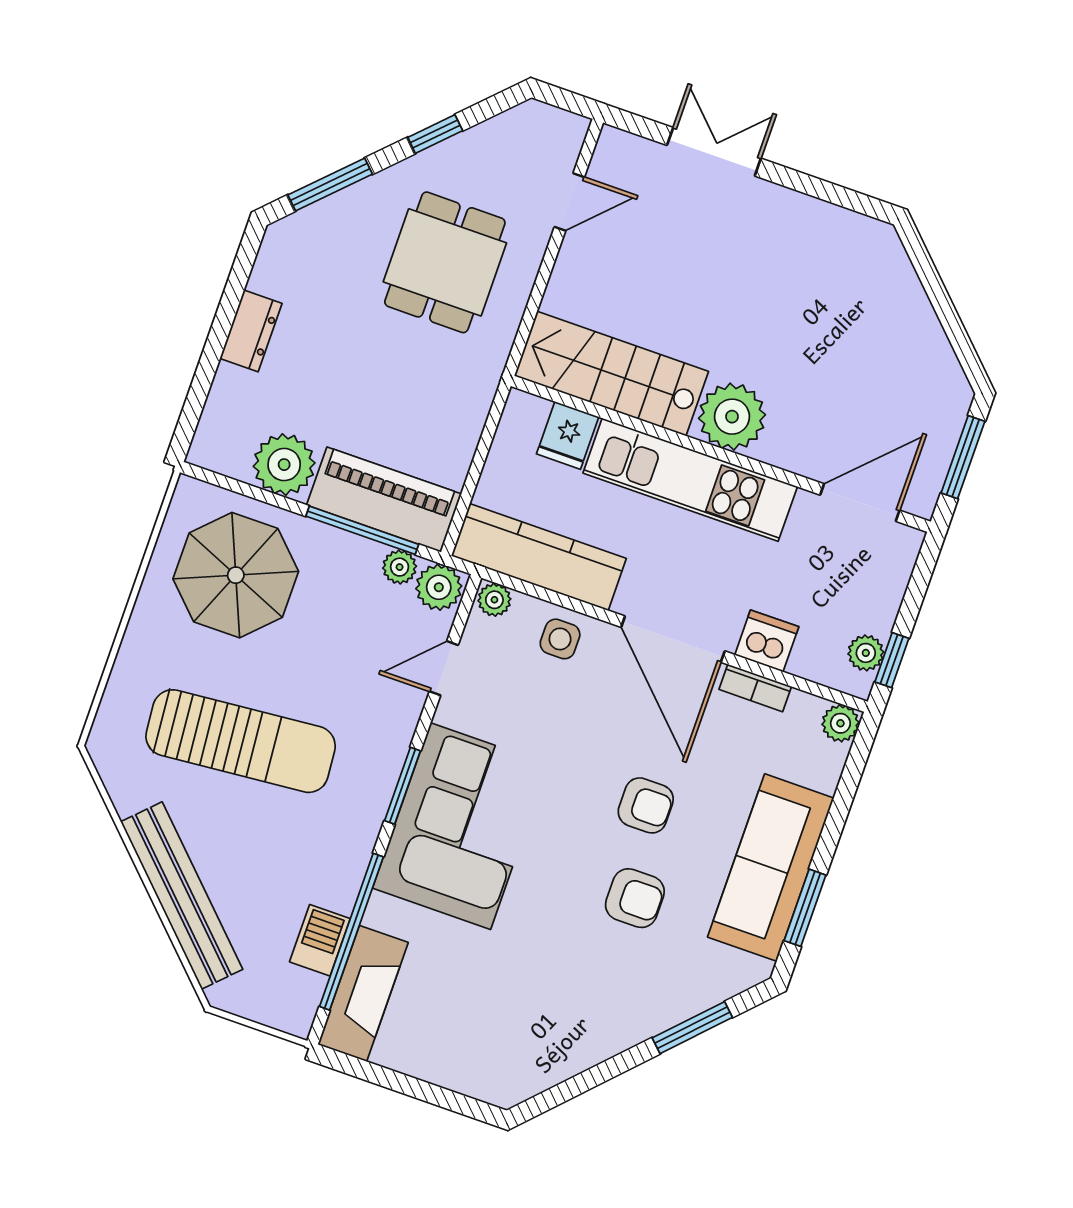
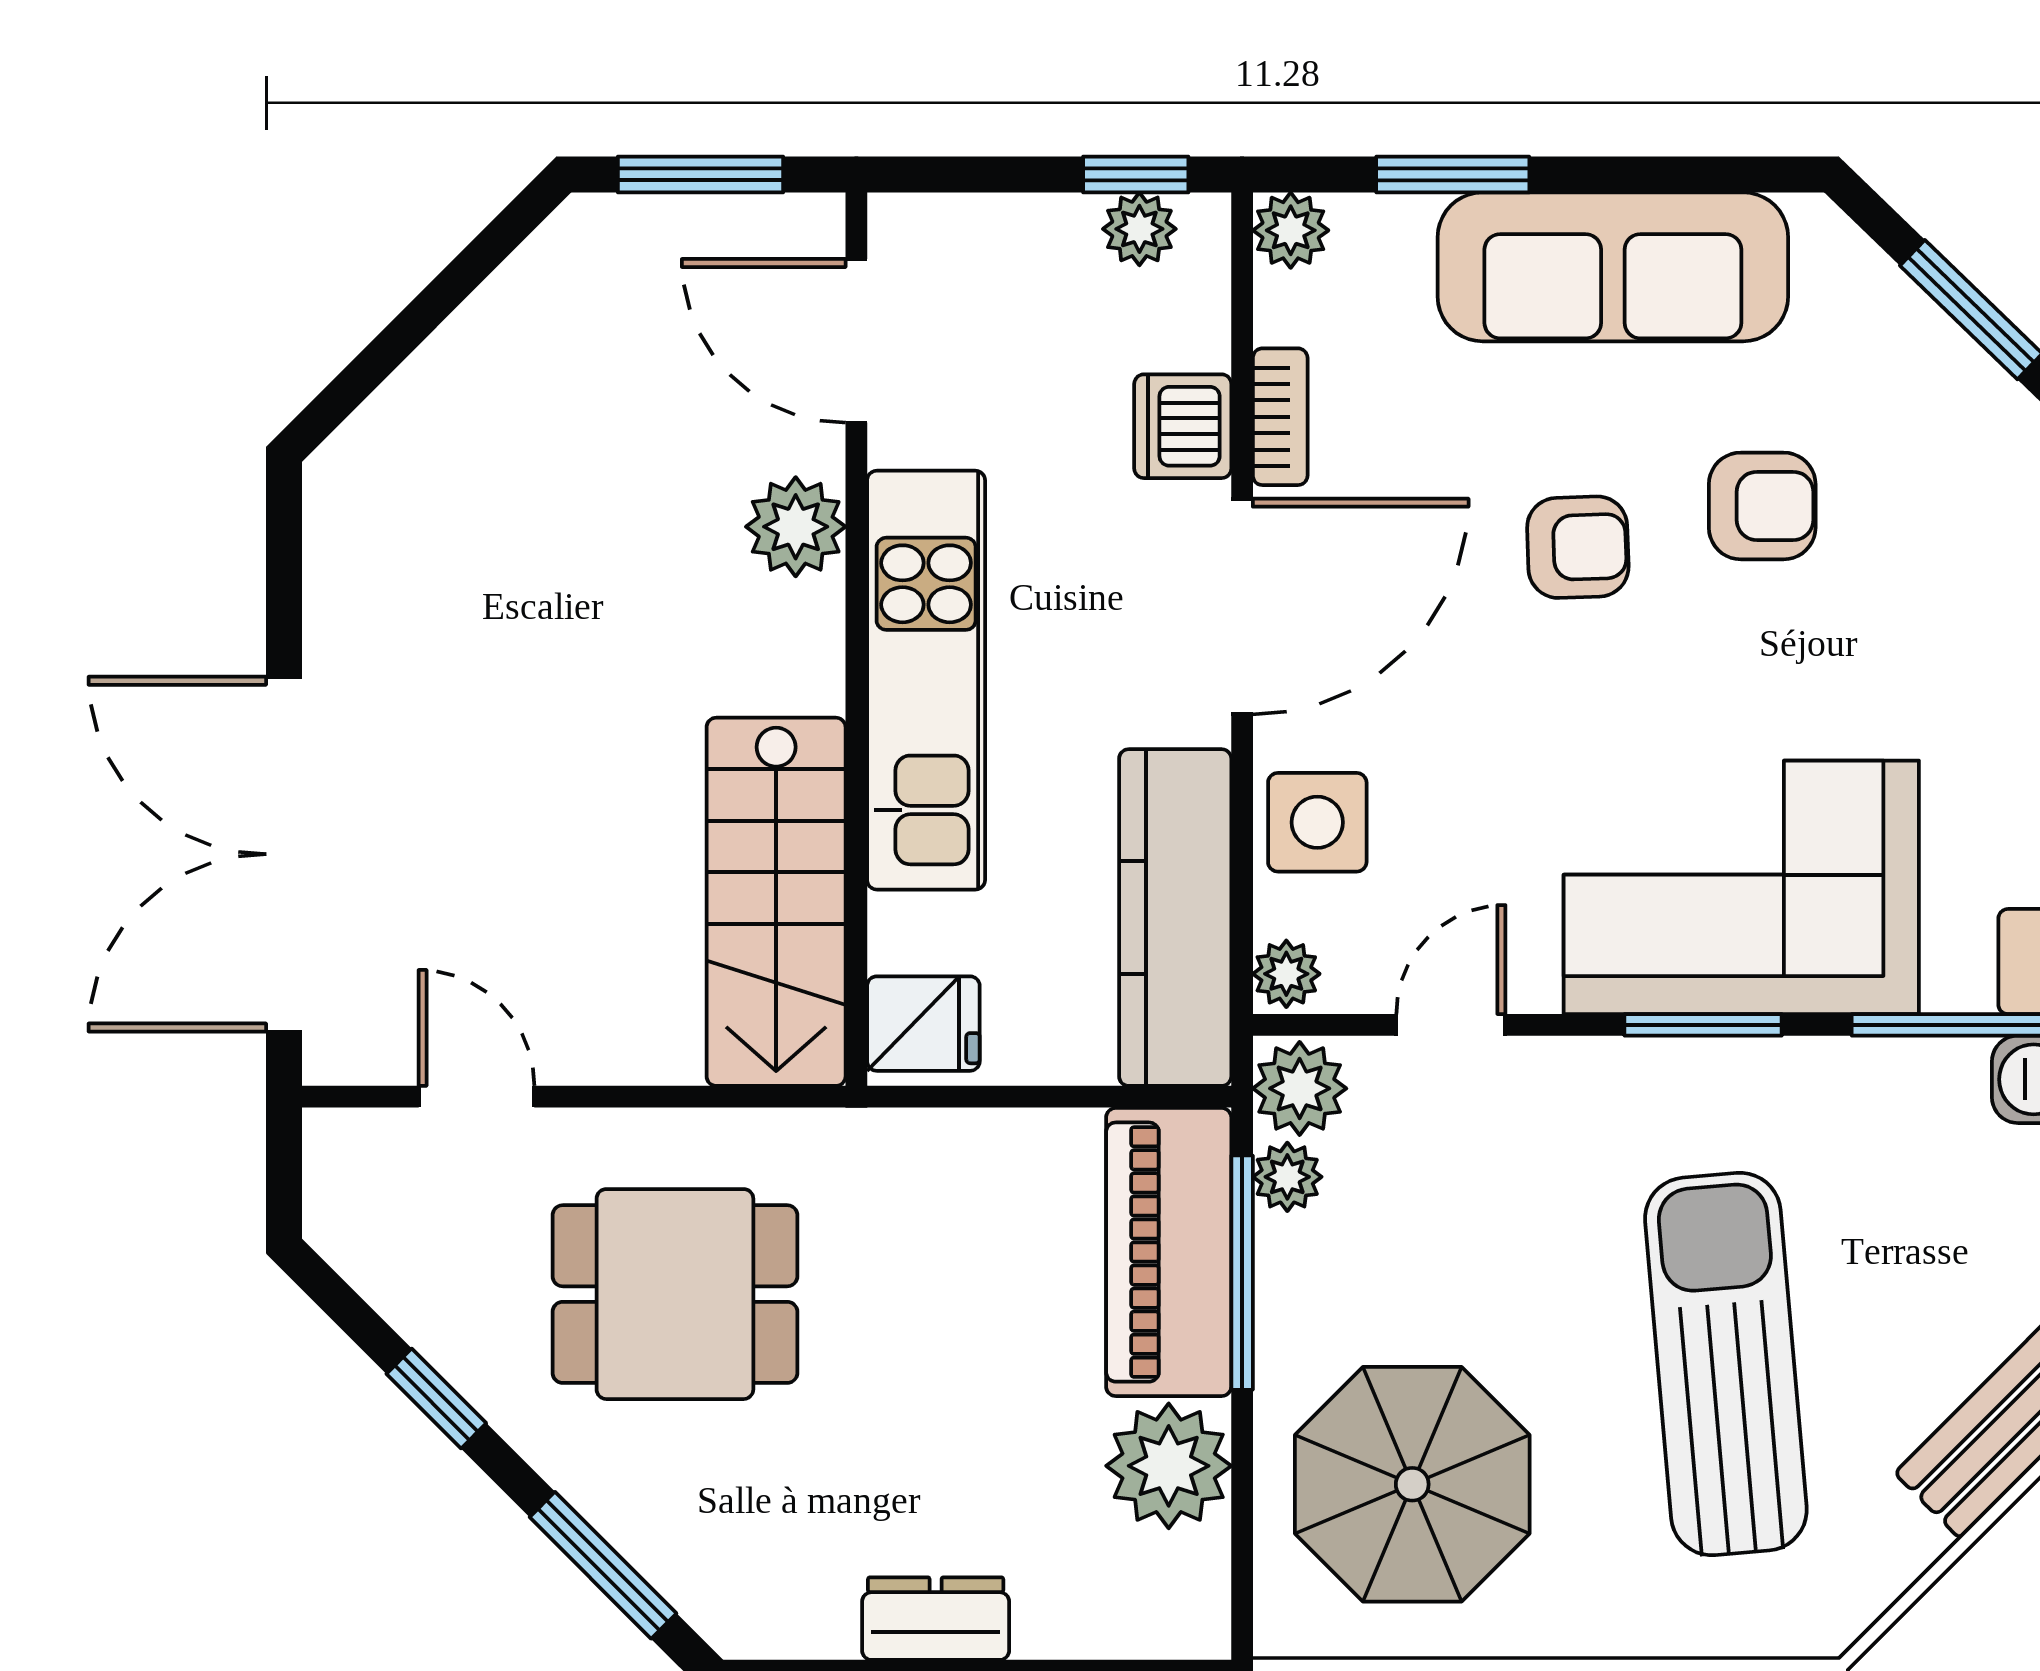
double door: (714, 152) -> (284, 854), width x1.87
plant: (732, 417) -> (796, 527), moved, width x0.73, depth x0.73
fridge: (568, 435) -> (923, 1024), moved
side table: (560, 639) -> (1317, 822), width x1.37, depth x1.37
door: (444, 668) -> (1451, 1025), swing flipped
armchair: (646, 805) -> (1578, 547), turned 88
armchair: (635, 898) -> (1762, 506), turned 90
window: (805, 908) -> (1453, 174), moved

